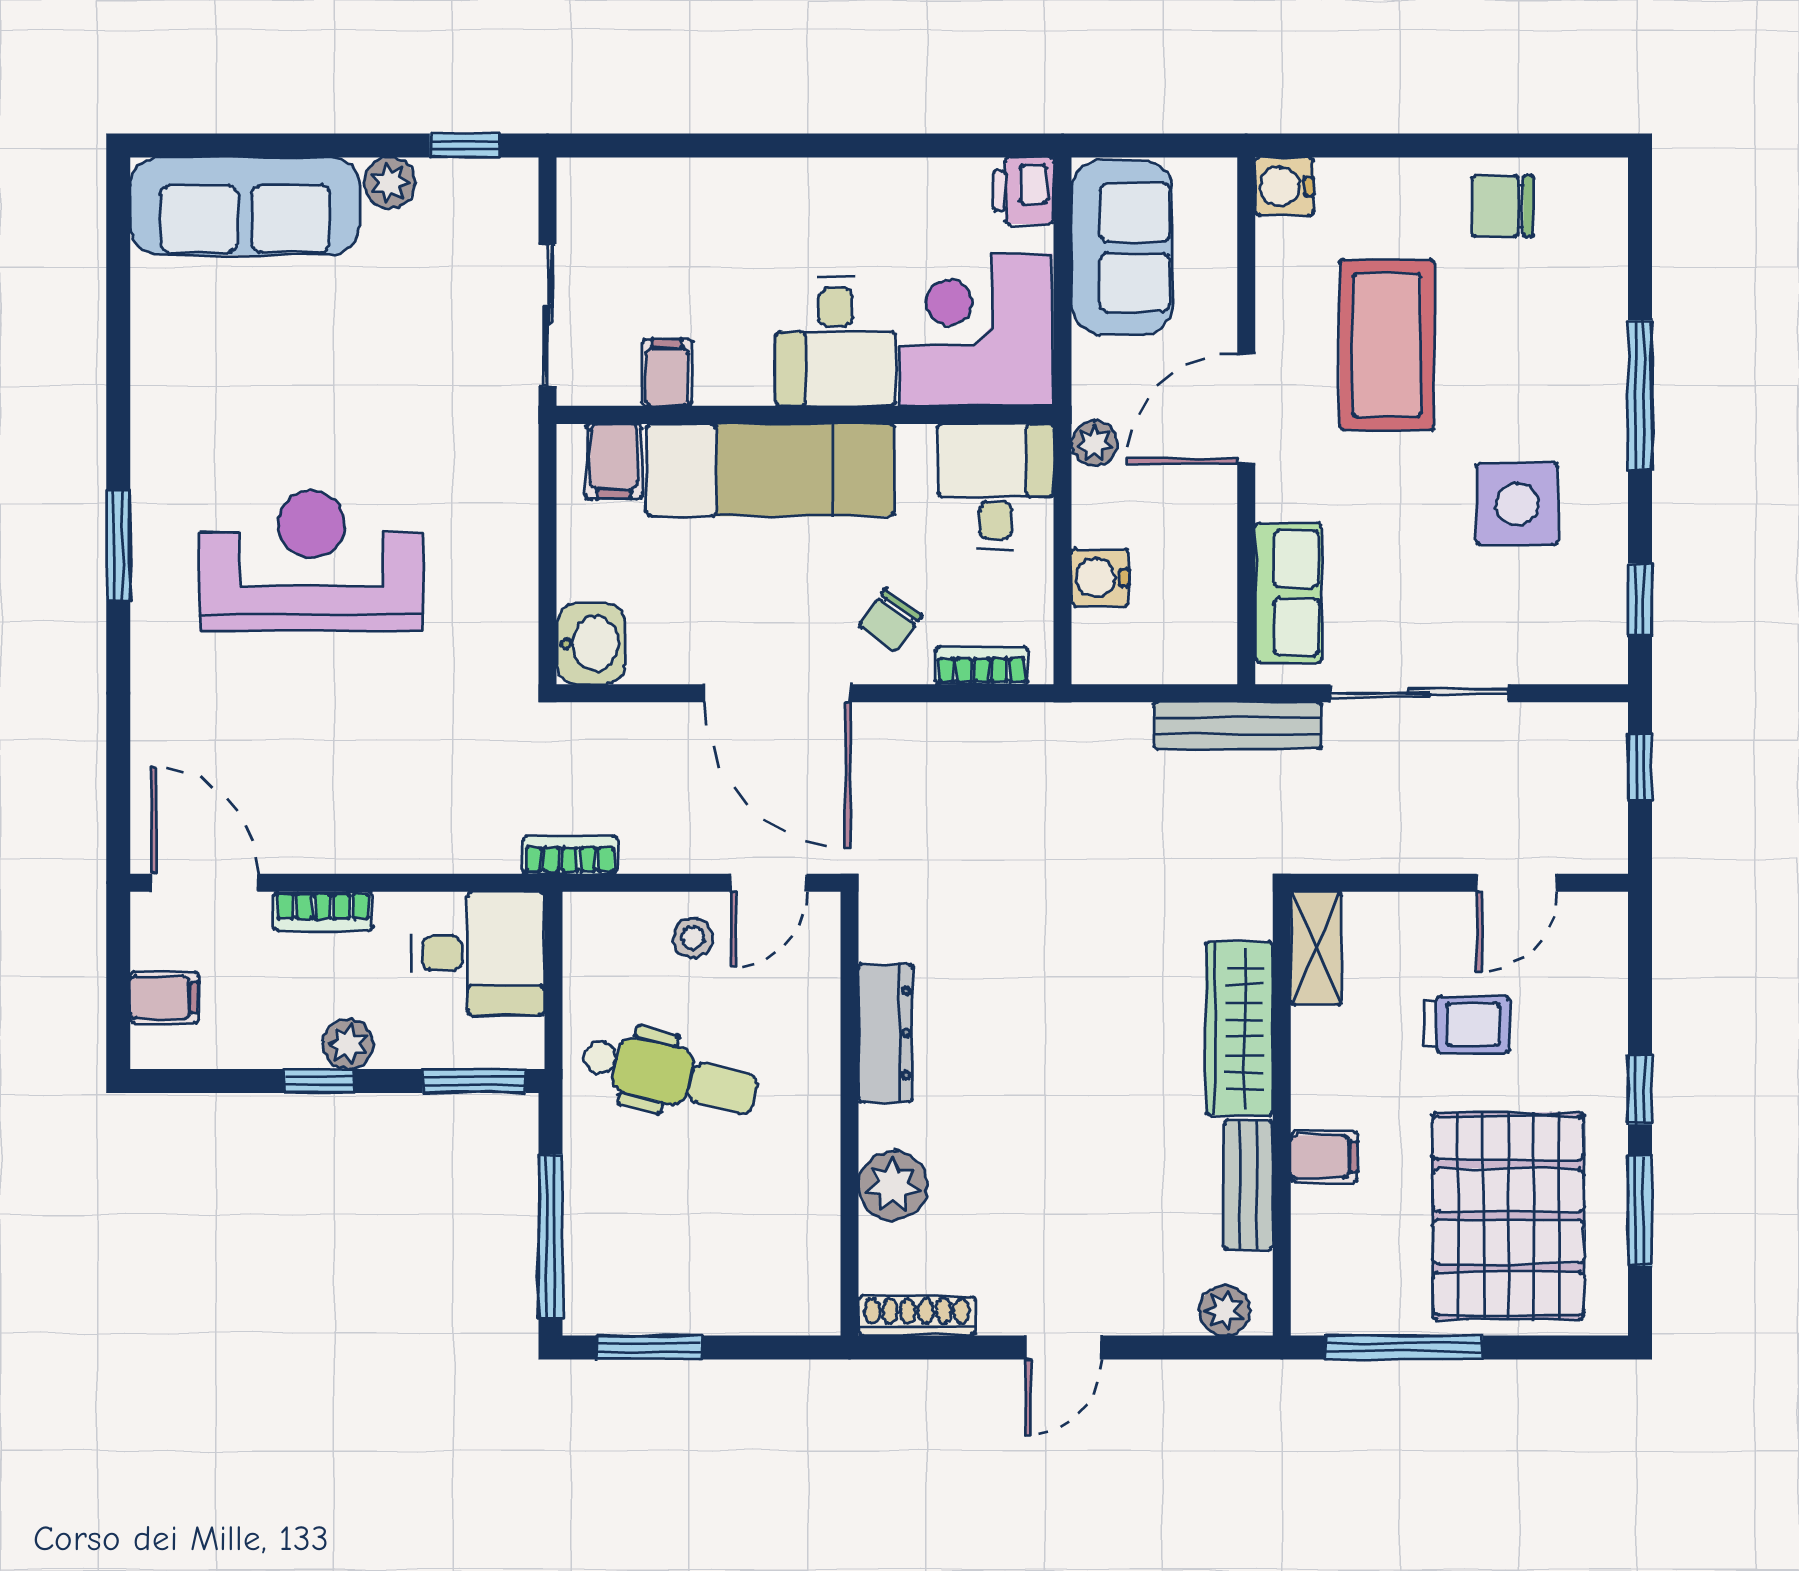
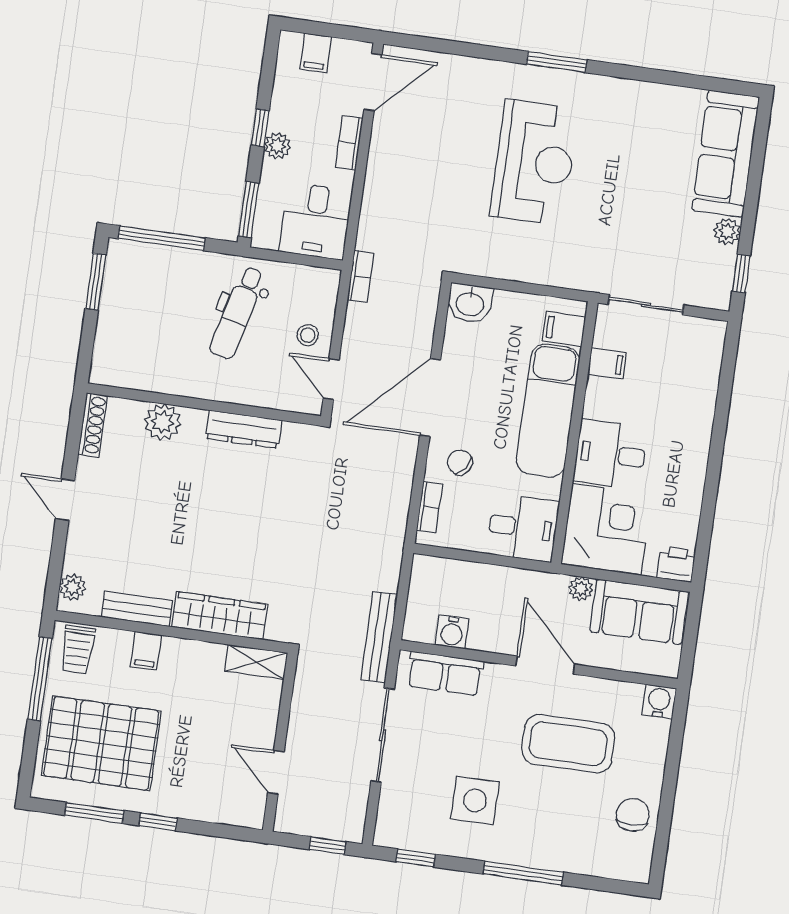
plant: (1094, 443) -> (581, 589), moved
water cooler: (1100, 578) -> (452, 632), moved, turned 180
trolley: (1467, 1024) -> (78, 649), moved

